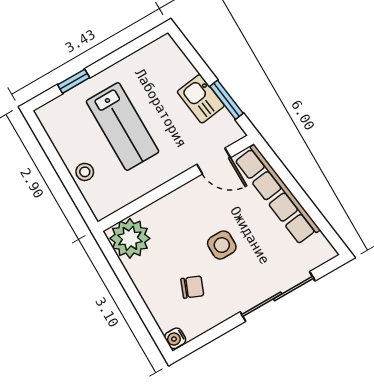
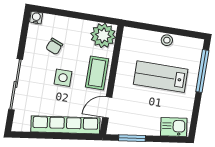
window: (74, 81) -> (202, 71), width x2.17
kitchen sink: (201, 99) -> (174, 127), moved
stool: (85, 172) -> (167, 40), moved
coffee table: (182, 208) -> (97, 73), added

